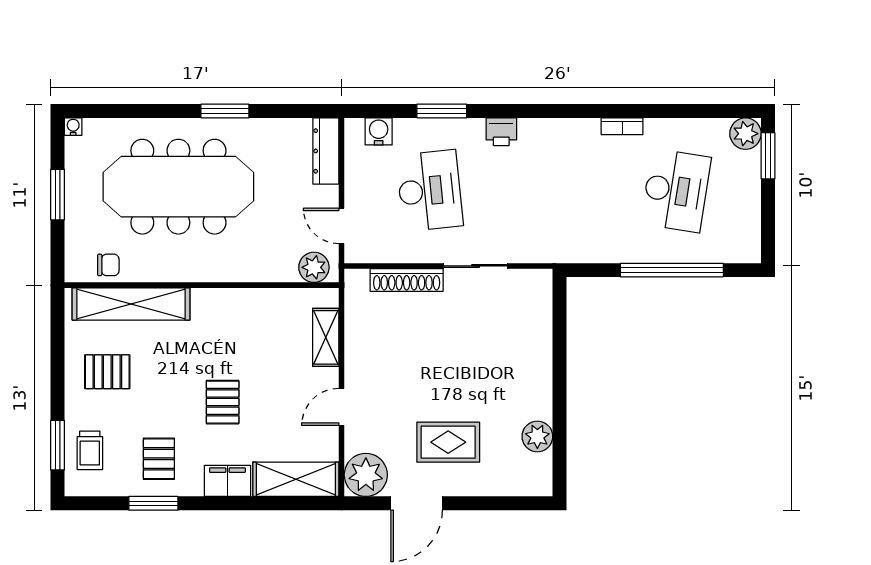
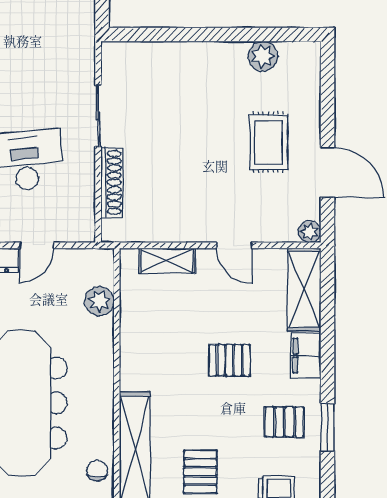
door: (341, 226) -> (37, 245), moved
plant: (314, 267) -> (99, 301), moved
plant: (366, 475) -> (310, 232), width x0.53, depth x0.53

